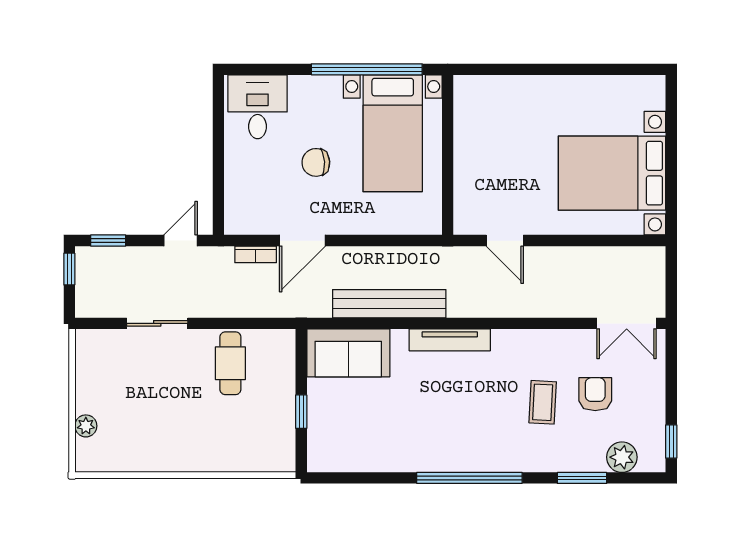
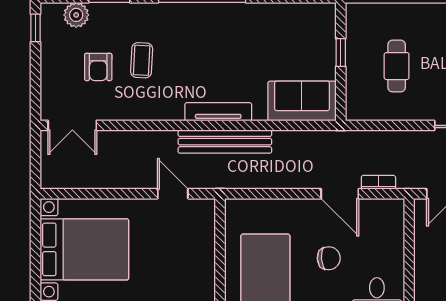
door: (302, 241) -> (340, 194), swing flipped
bench: (389, 304) -> (225, 142), moved
double door: (627, 323) -> (72, 125), swing flipped
cafe table: (230, 363) -> (397, 66), moved

